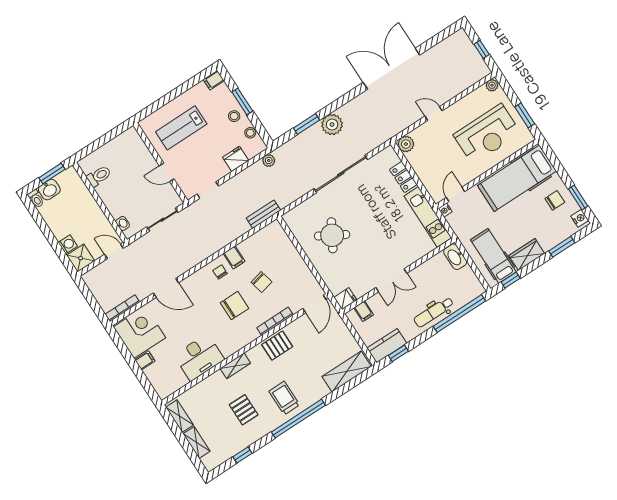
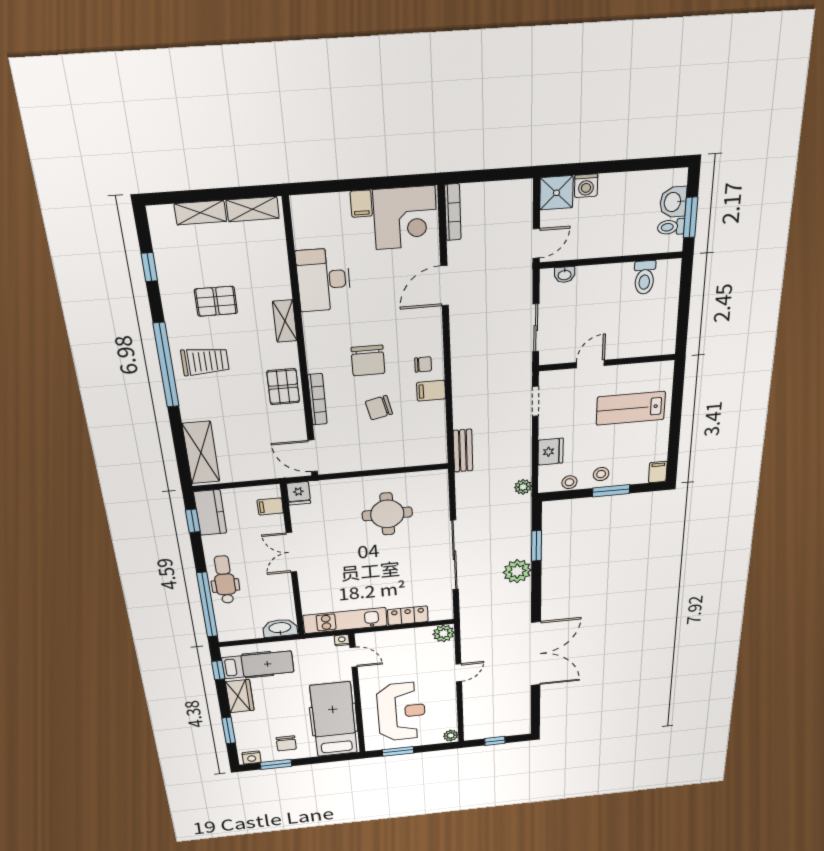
lab bench: (181, 128) -> (631, 408), turned -90
reception desk: (487, 134) -> (402, 712), turned 180
toilet: (36, 199) -> (671, 227), moved
round table: (332, 235) -> (387, 514), turned -30

